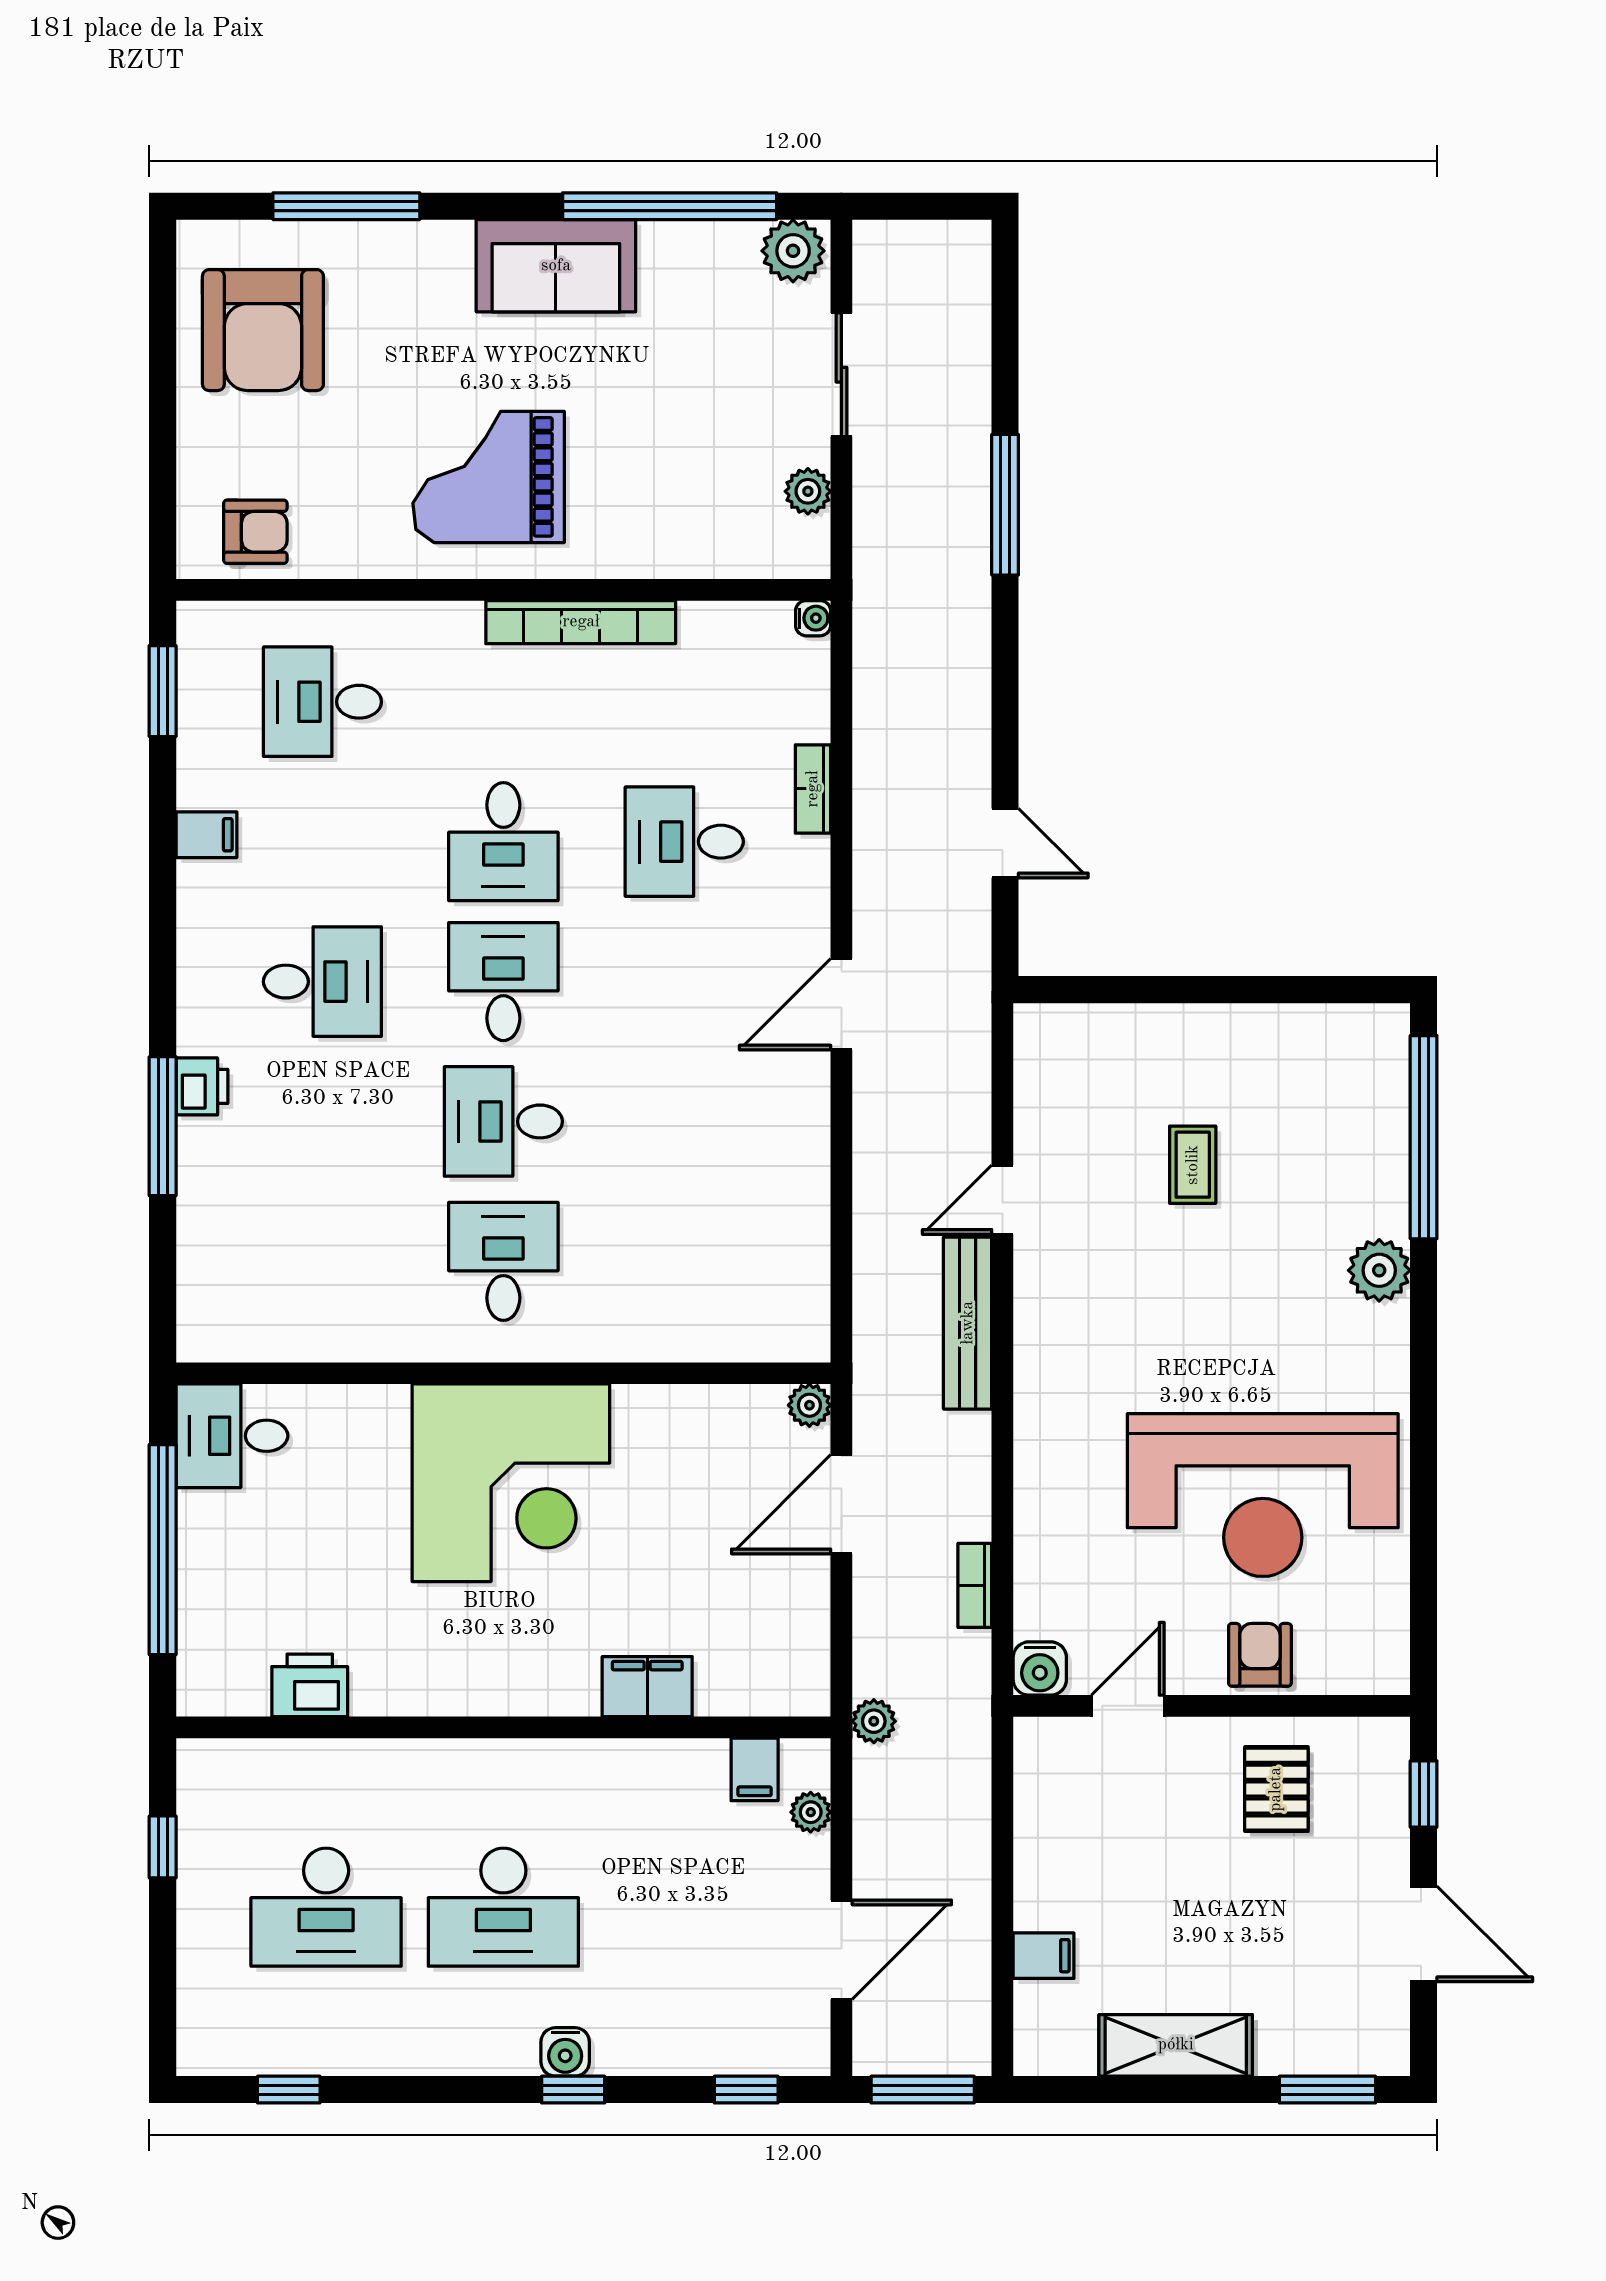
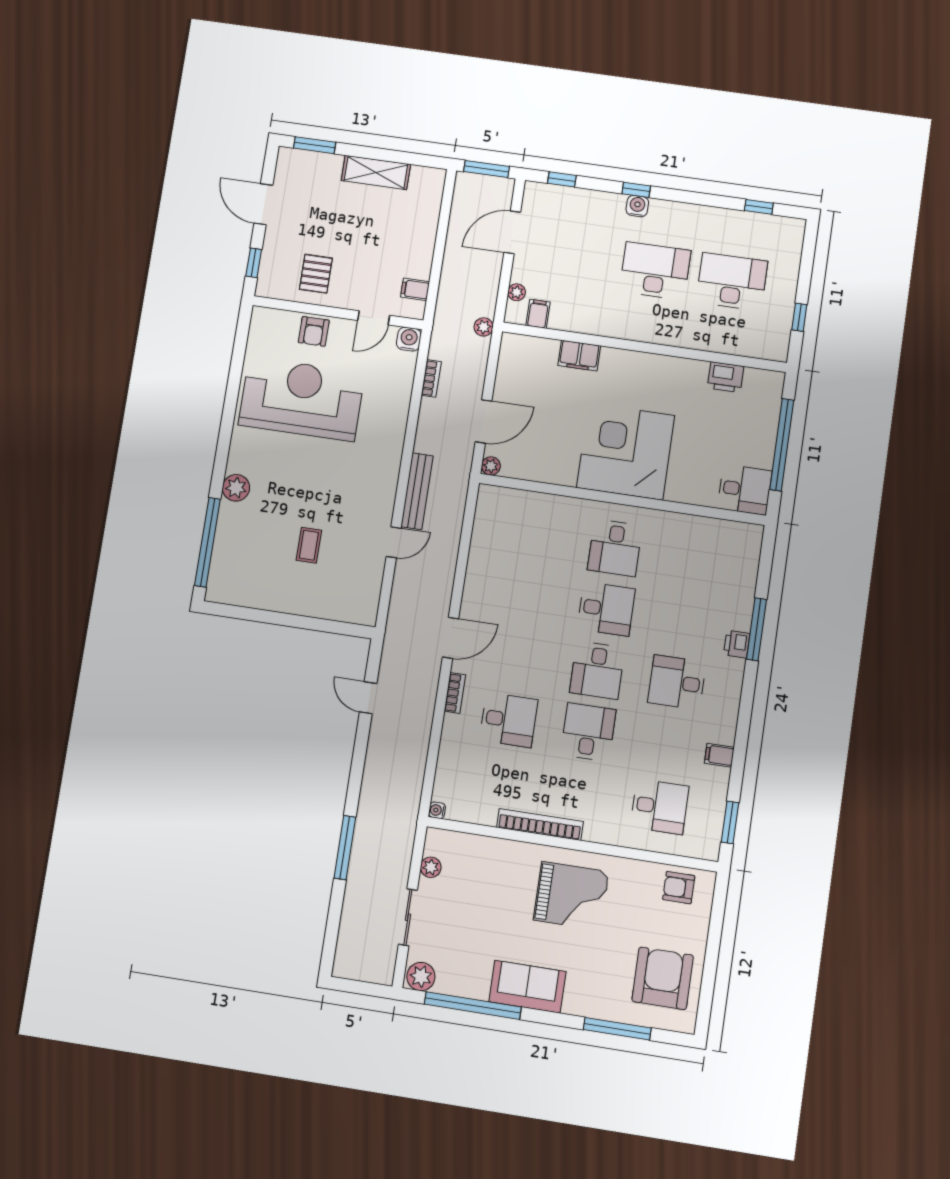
bookcase: (813, 789) -> (455, 693), moved
filing cabinet: (1044, 1956) -> (415, 289), moved

